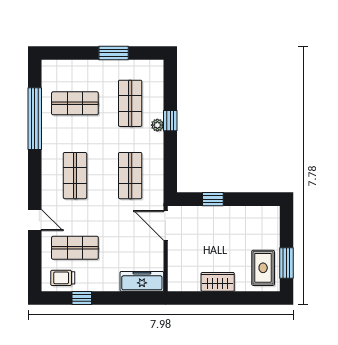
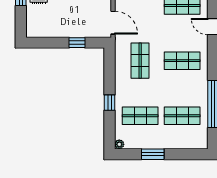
shop shelf: (130, 103) -> (140, 116), turned 90
plant: (157, 125) -> (119, 144), moved
shop shelf: (75, 176) -> (182, 61), turned 90

